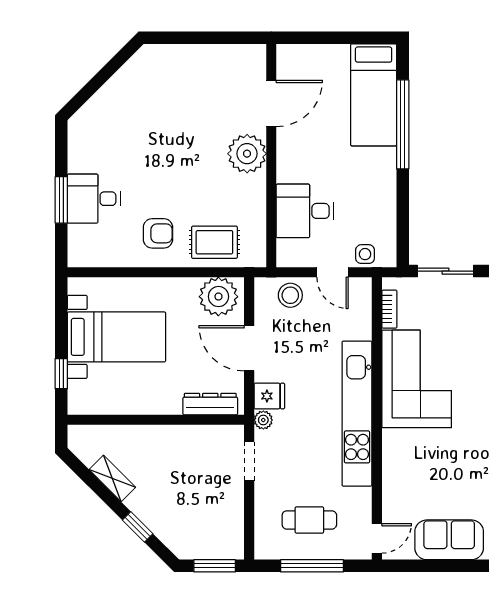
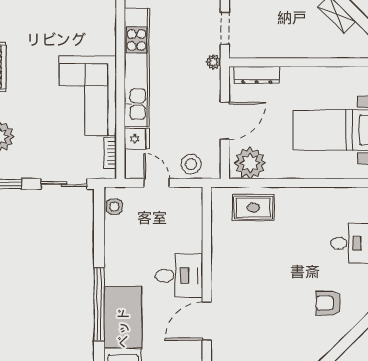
plant: (247, 154) -> (227, 280), removed
desk: (305, 211) -> (179, 276), moved
armchair: (158, 233) -> (328, 303), moved
side table: (365, 254) -> (114, 207), moved
door: (249, 348) -> (225, 121), hinge flipped
fridge: (269, 396) -> (137, 139), moved, turned 180

